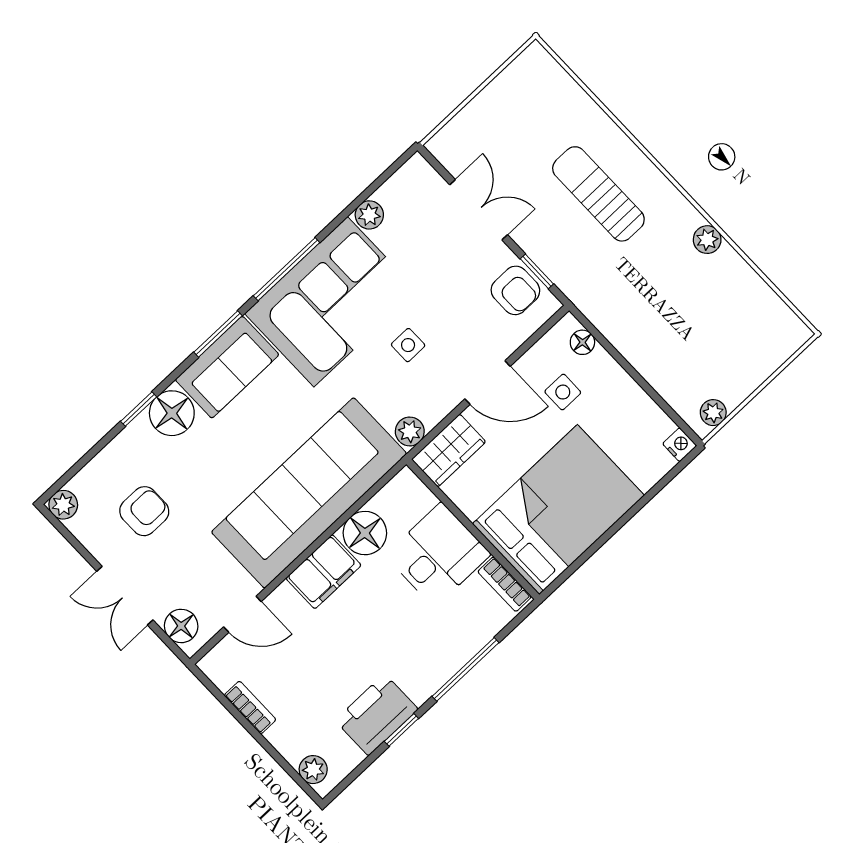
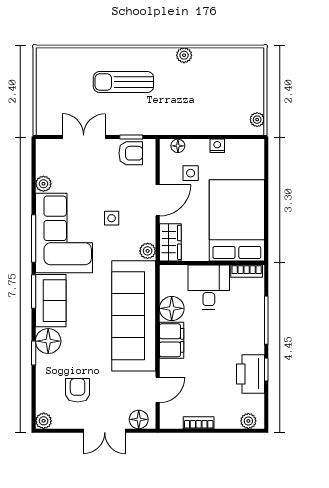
nightstand: (680, 445) -> (217, 146), moved

